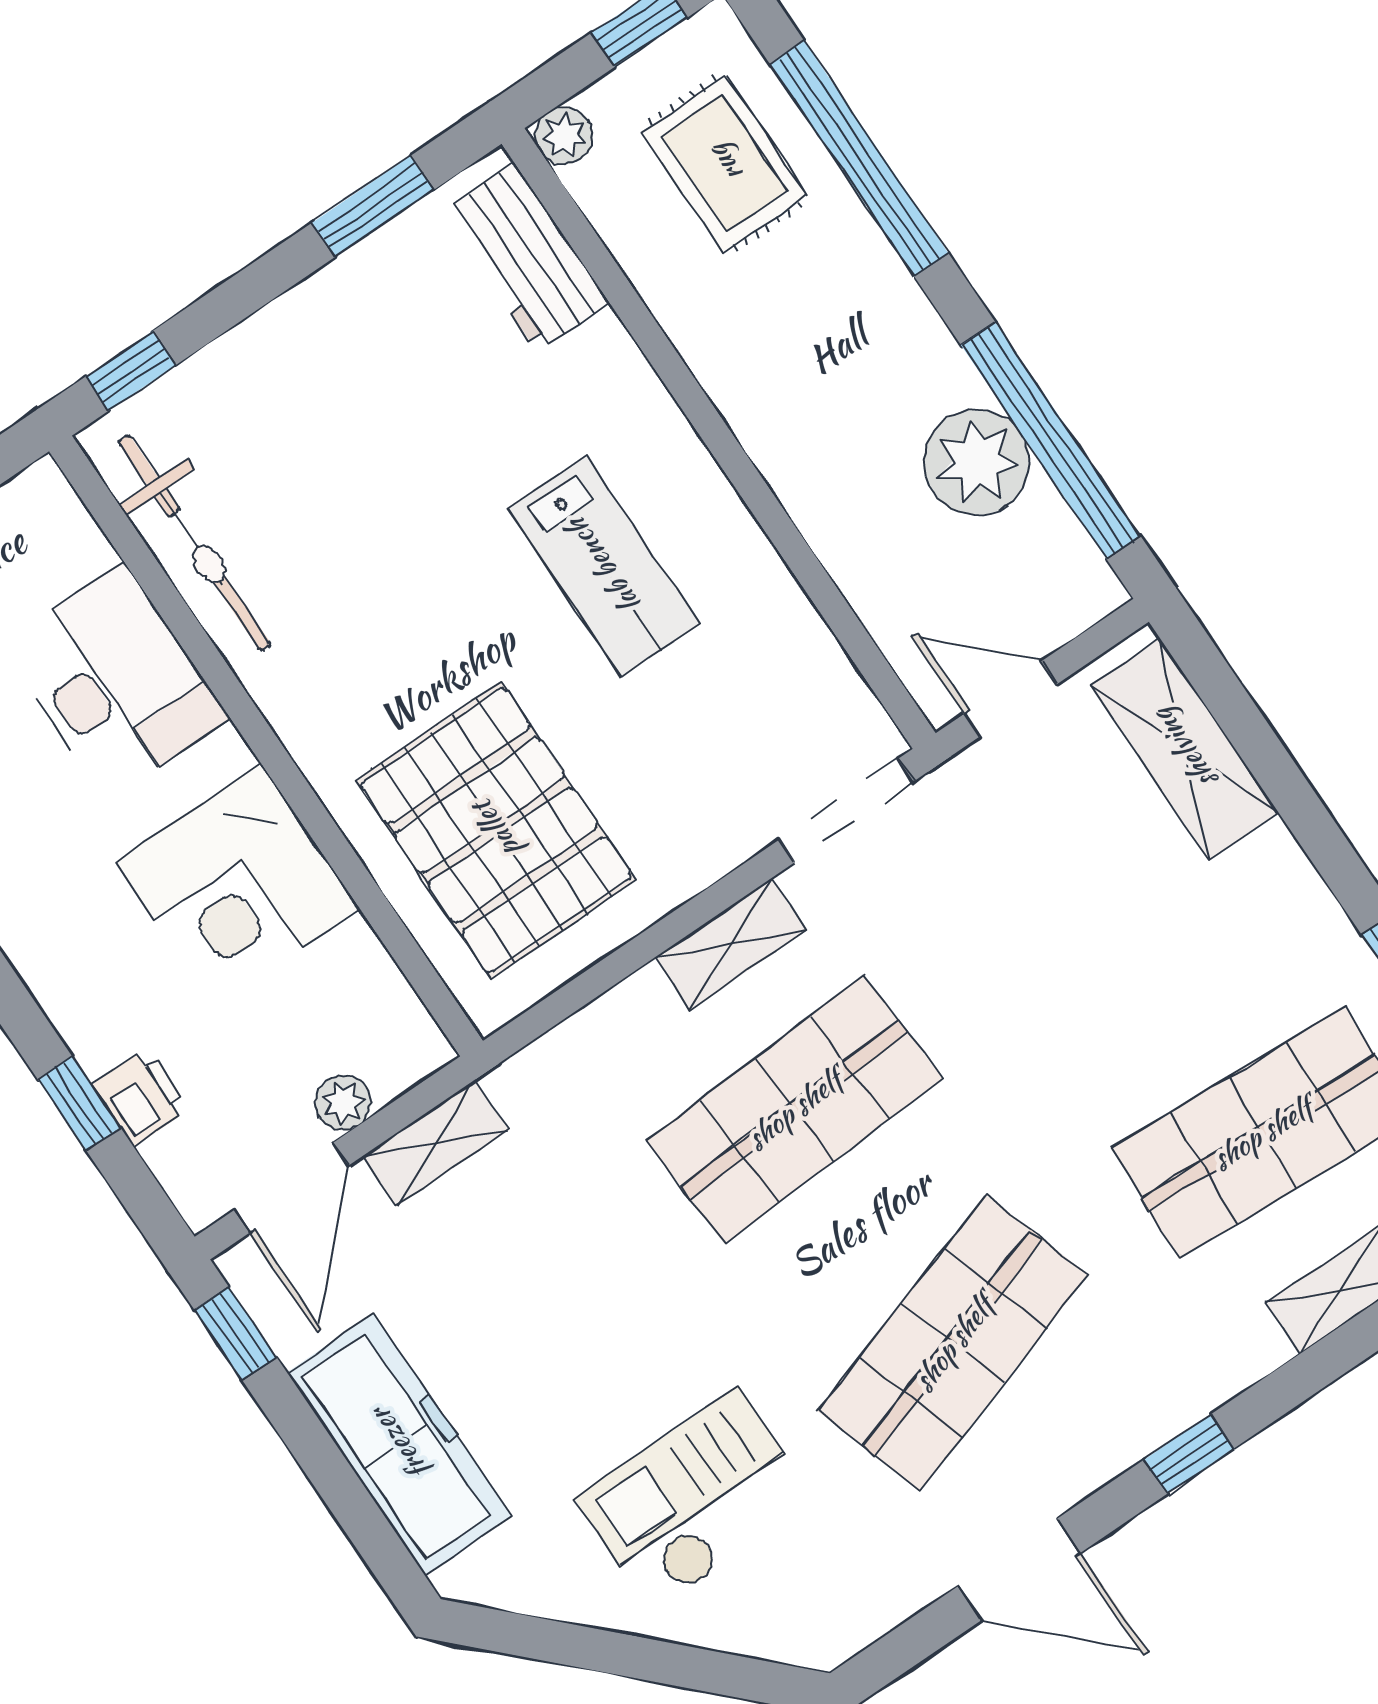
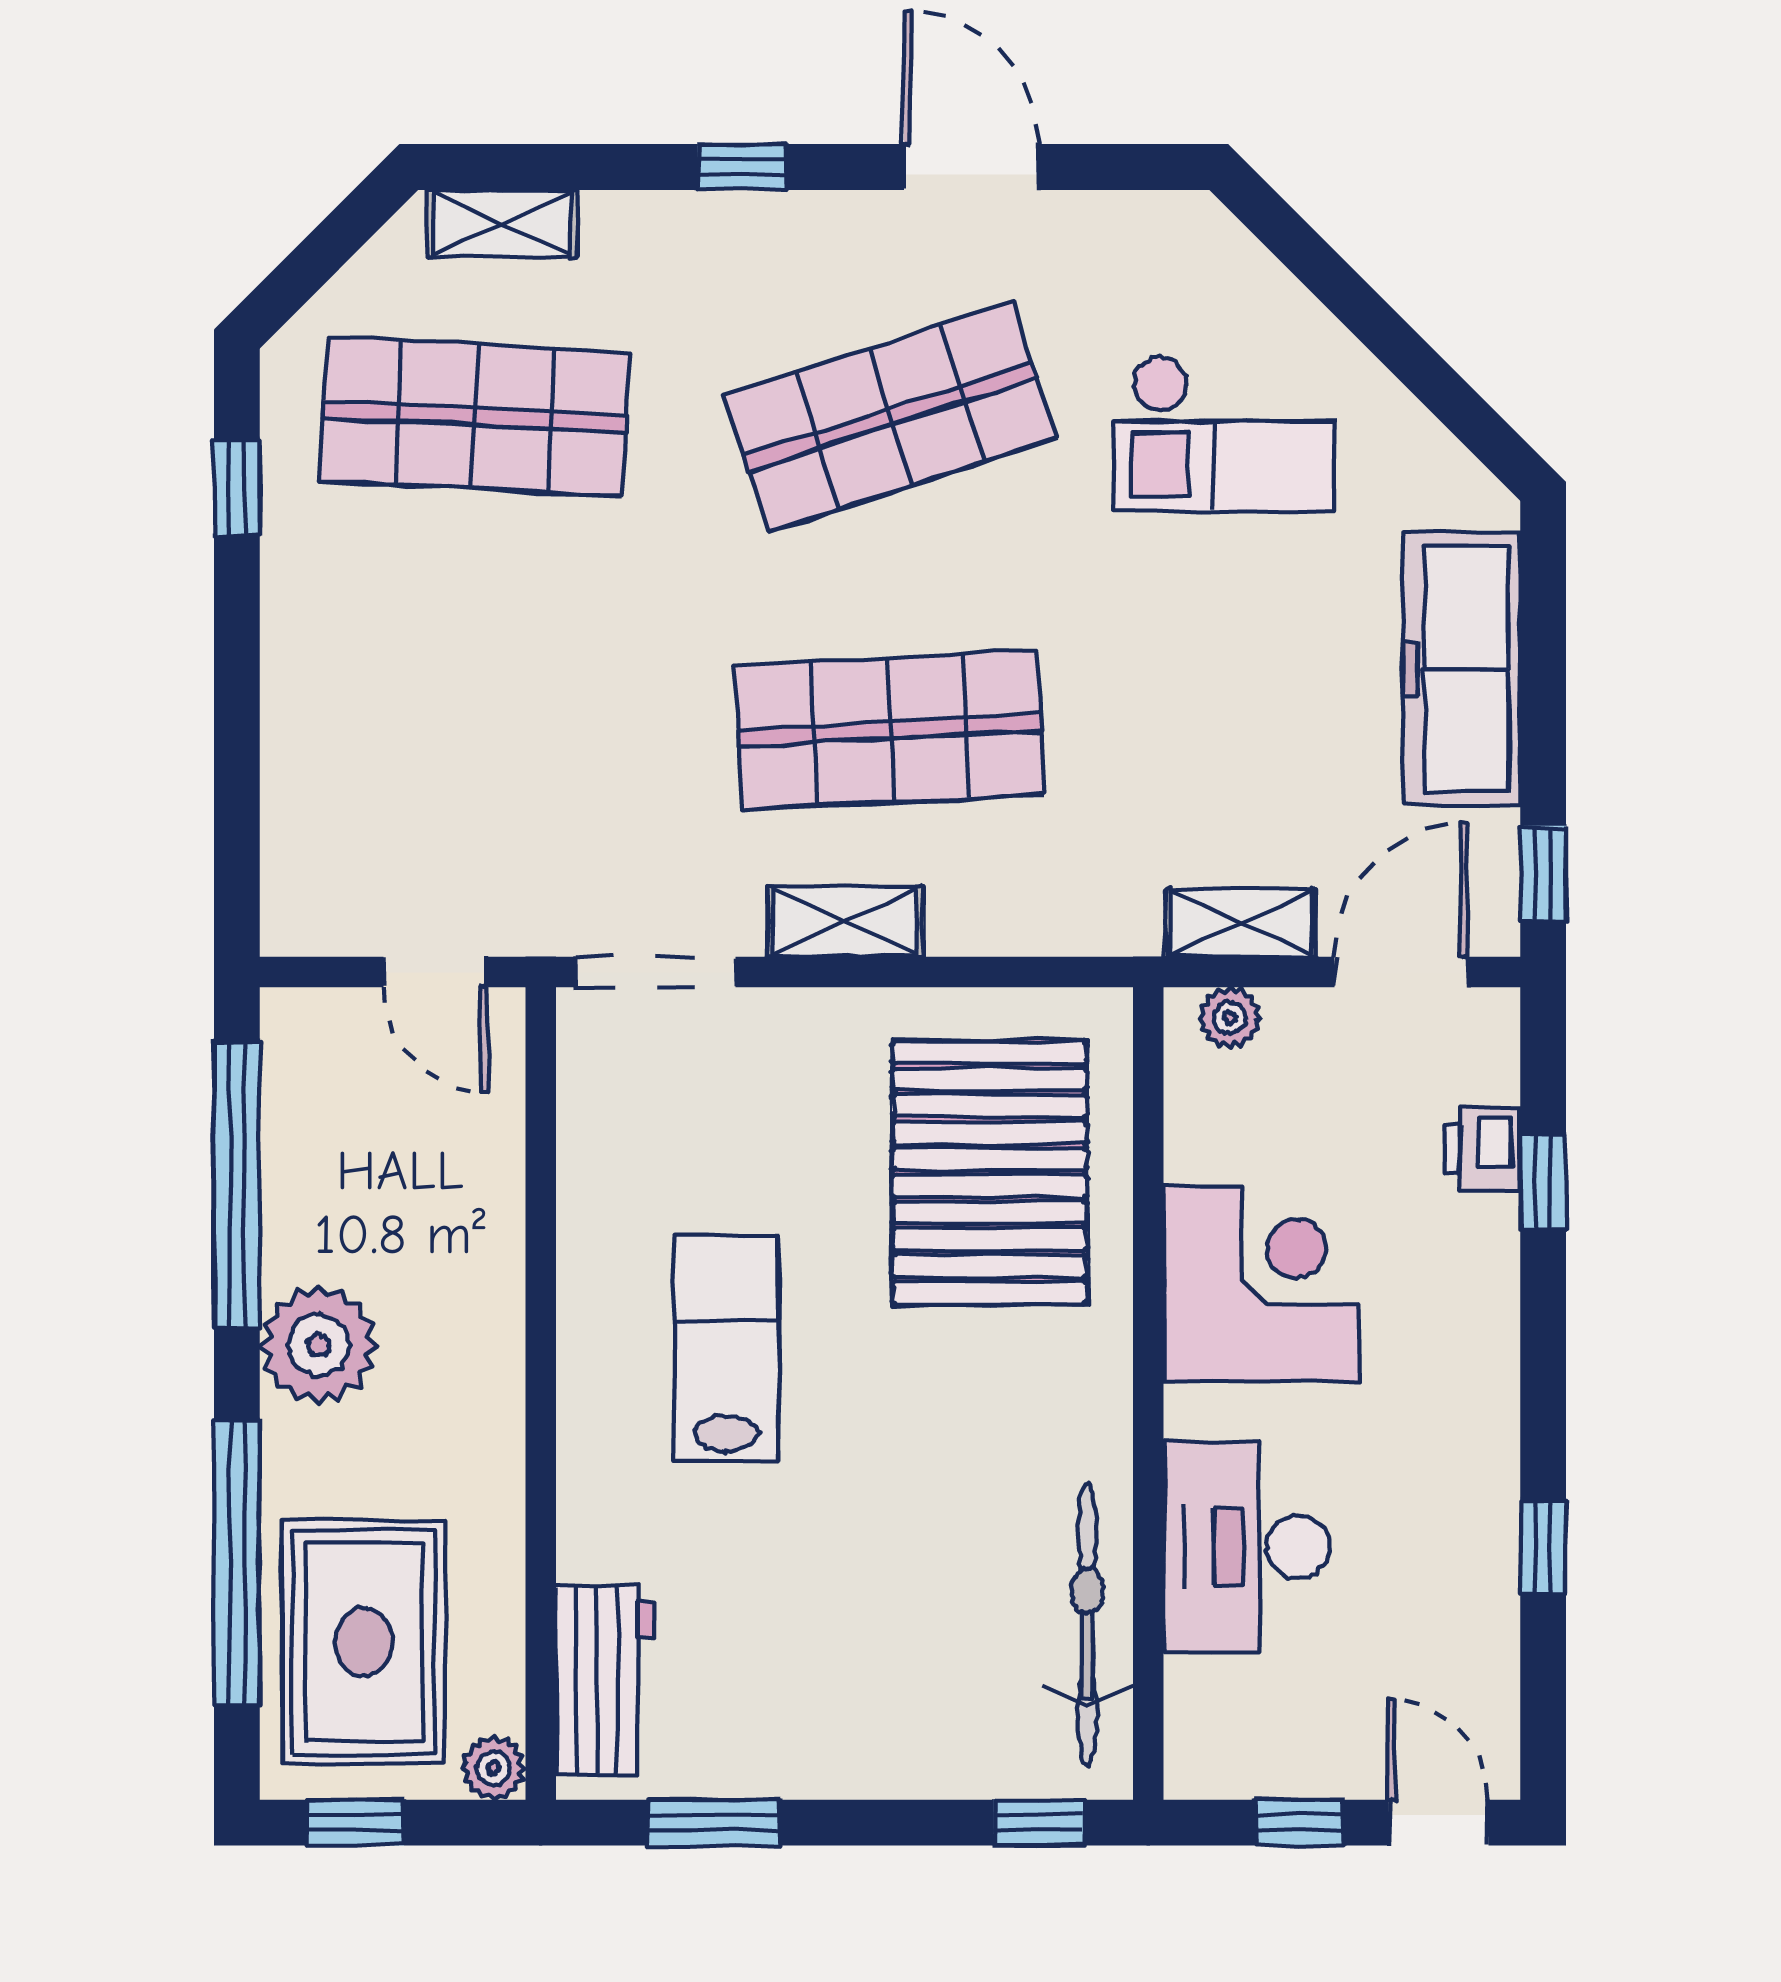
rug: (725, 164) -> (364, 1642), width x1.36, depth x1.43
plant: (977, 462) -> (318, 1345), moved
shelving: (1184, 749) -> (307, 818), removed
plant: (343, 1103) -> (1230, 1018), moved

